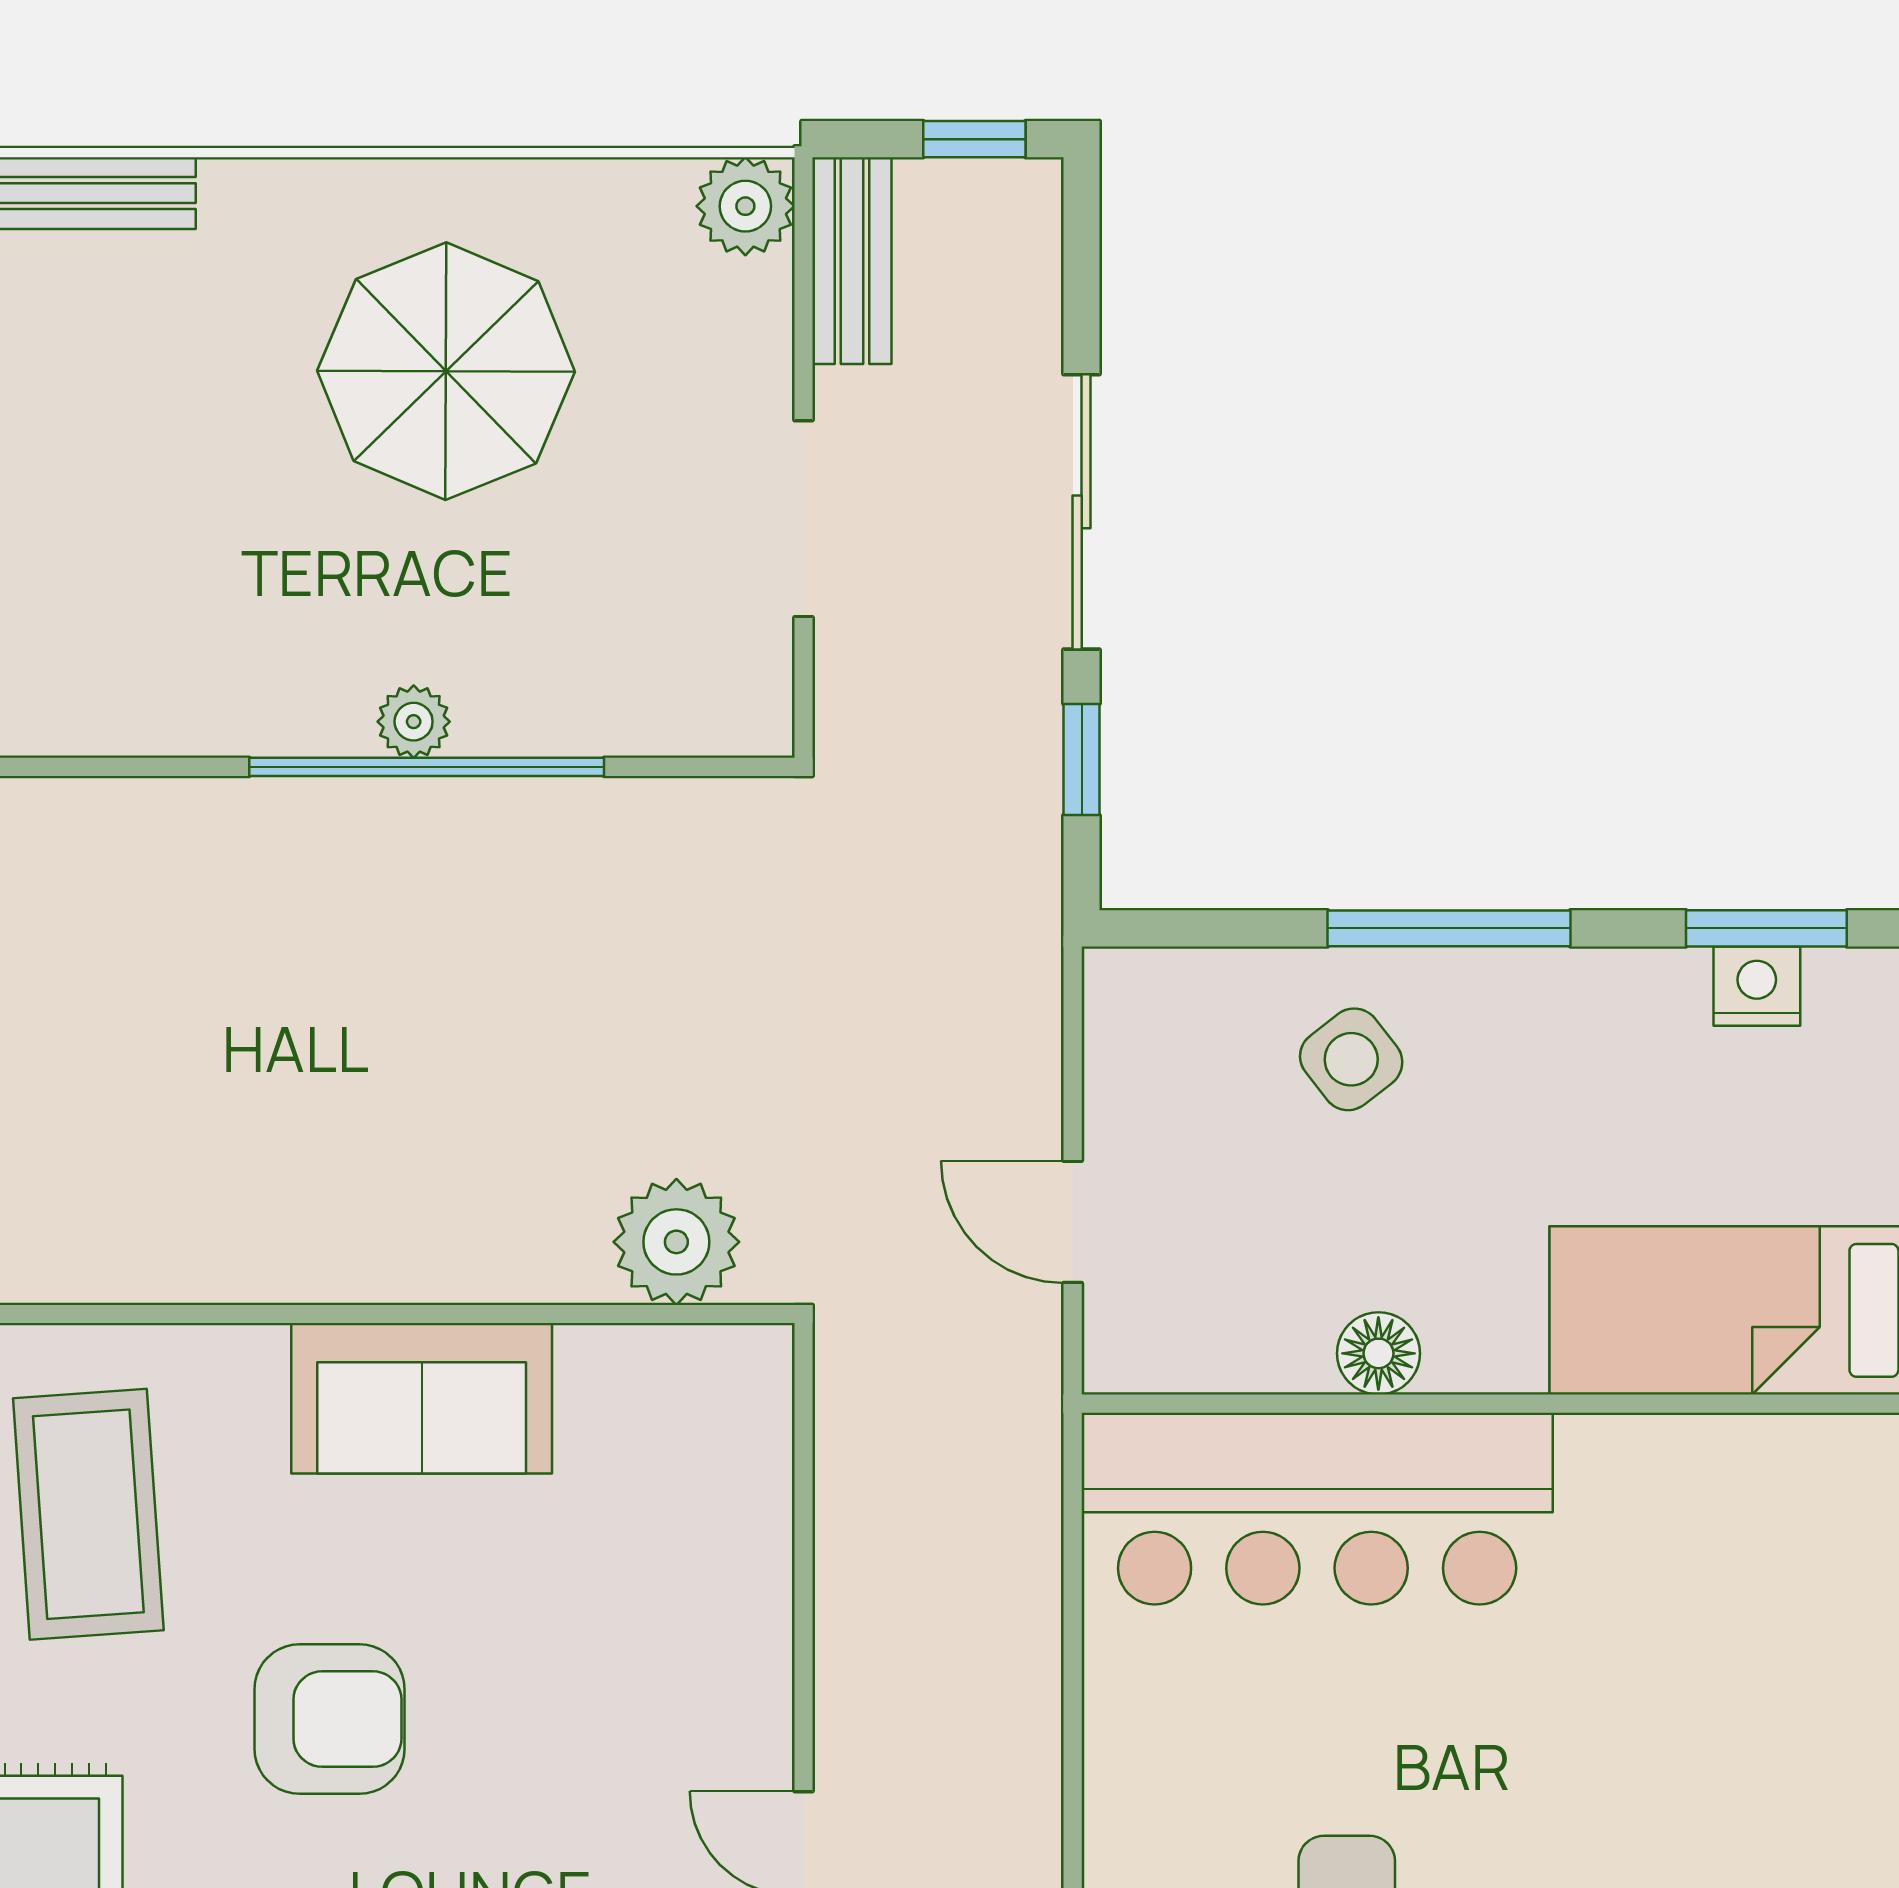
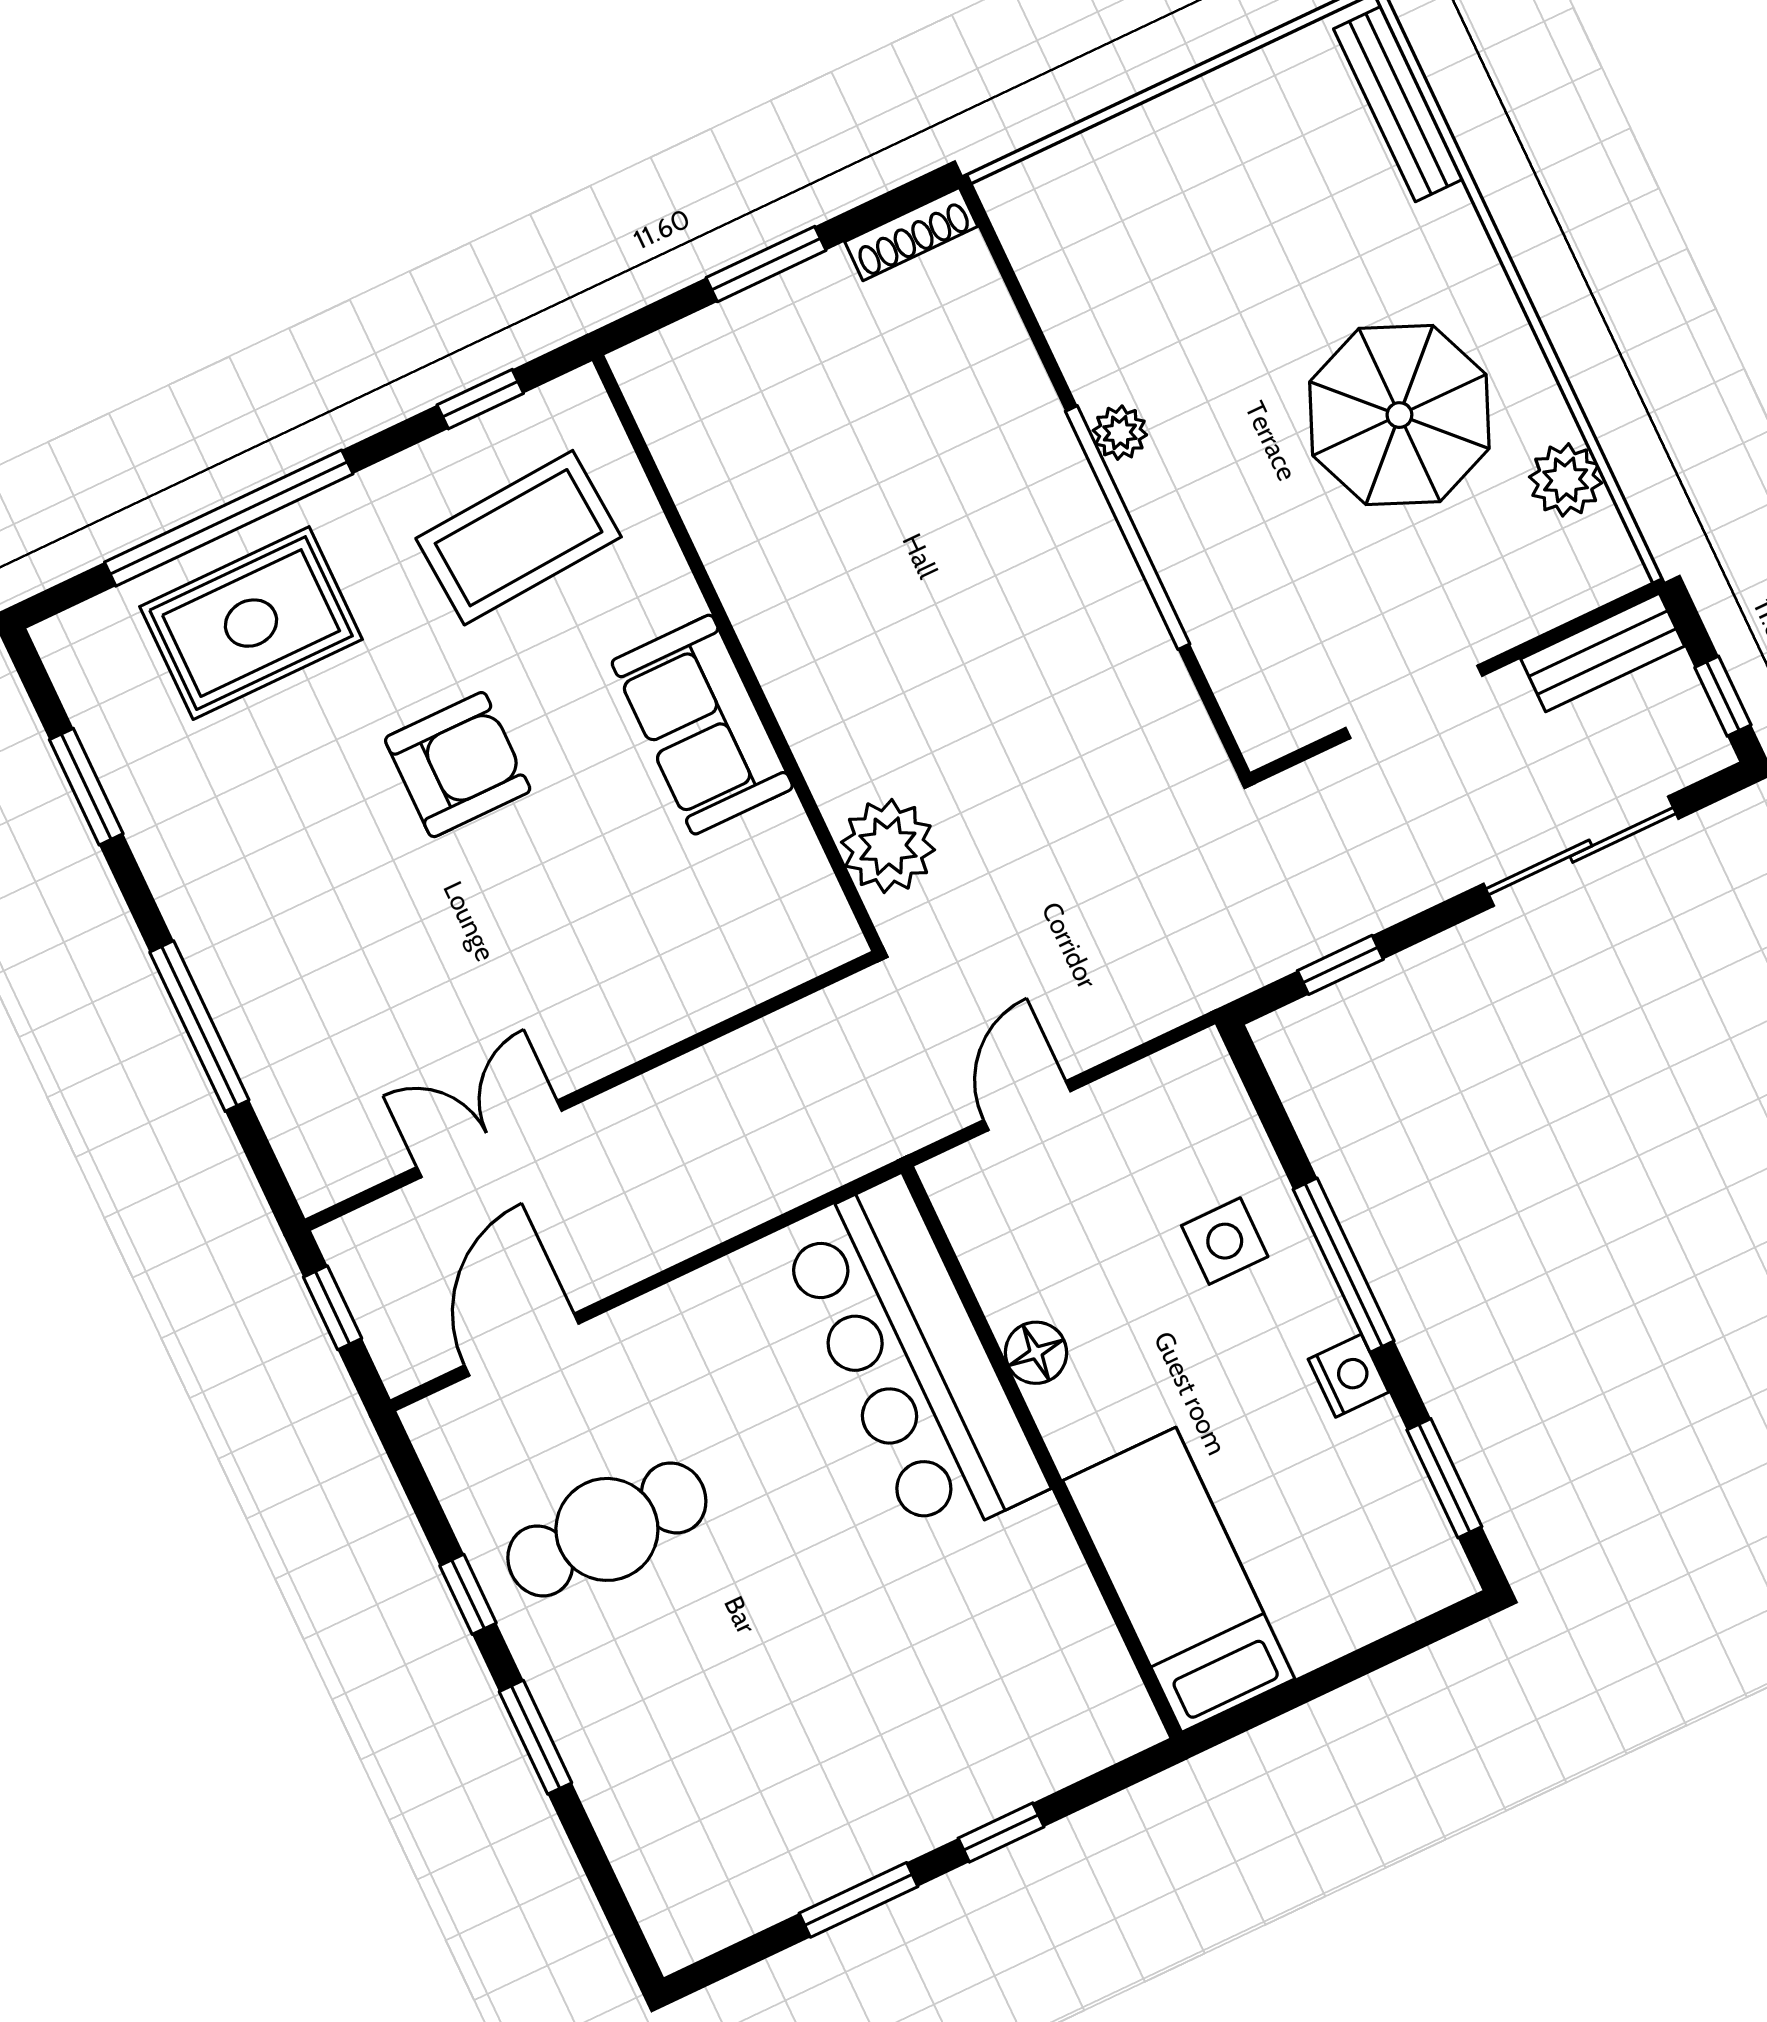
plant: (745, 206) -> (1566, 480), moved
sliding door: (1082, 512) -> (1581, 851), moved
plant: (414, 722) -> (1120, 433), moved
nightstand: (1757, 986) -> (1349, 1376), moved
side table: (1351, 1059) -> (1225, 1241), turned 38
armchair: (330, 1719) -> (458, 765), turned -90

